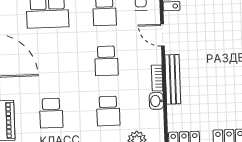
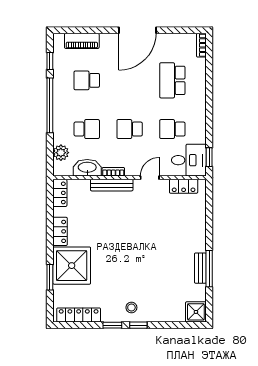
washbasin: (156, 101) -> (87, 168), width x1.91, depth x1.45
school desk: (108, 111) -> (87, 129), turned 180

